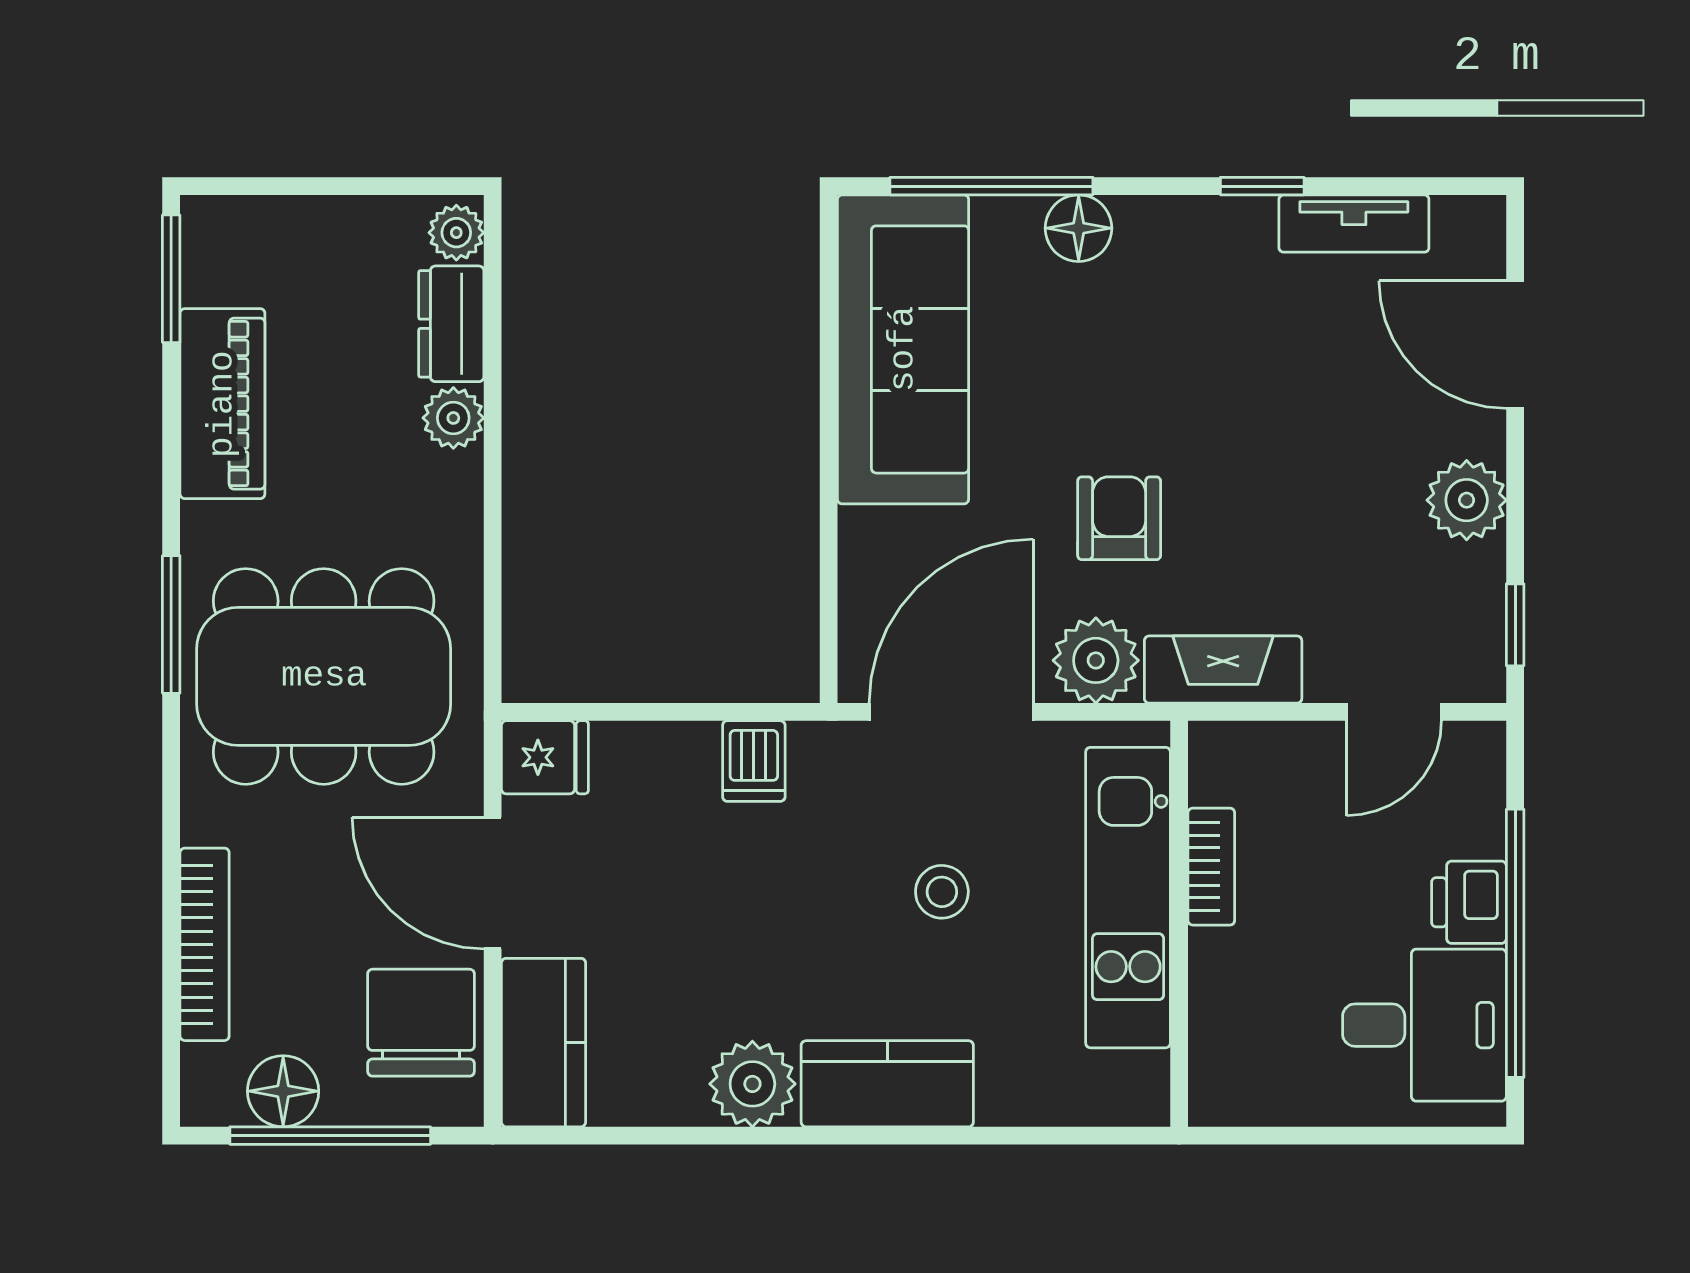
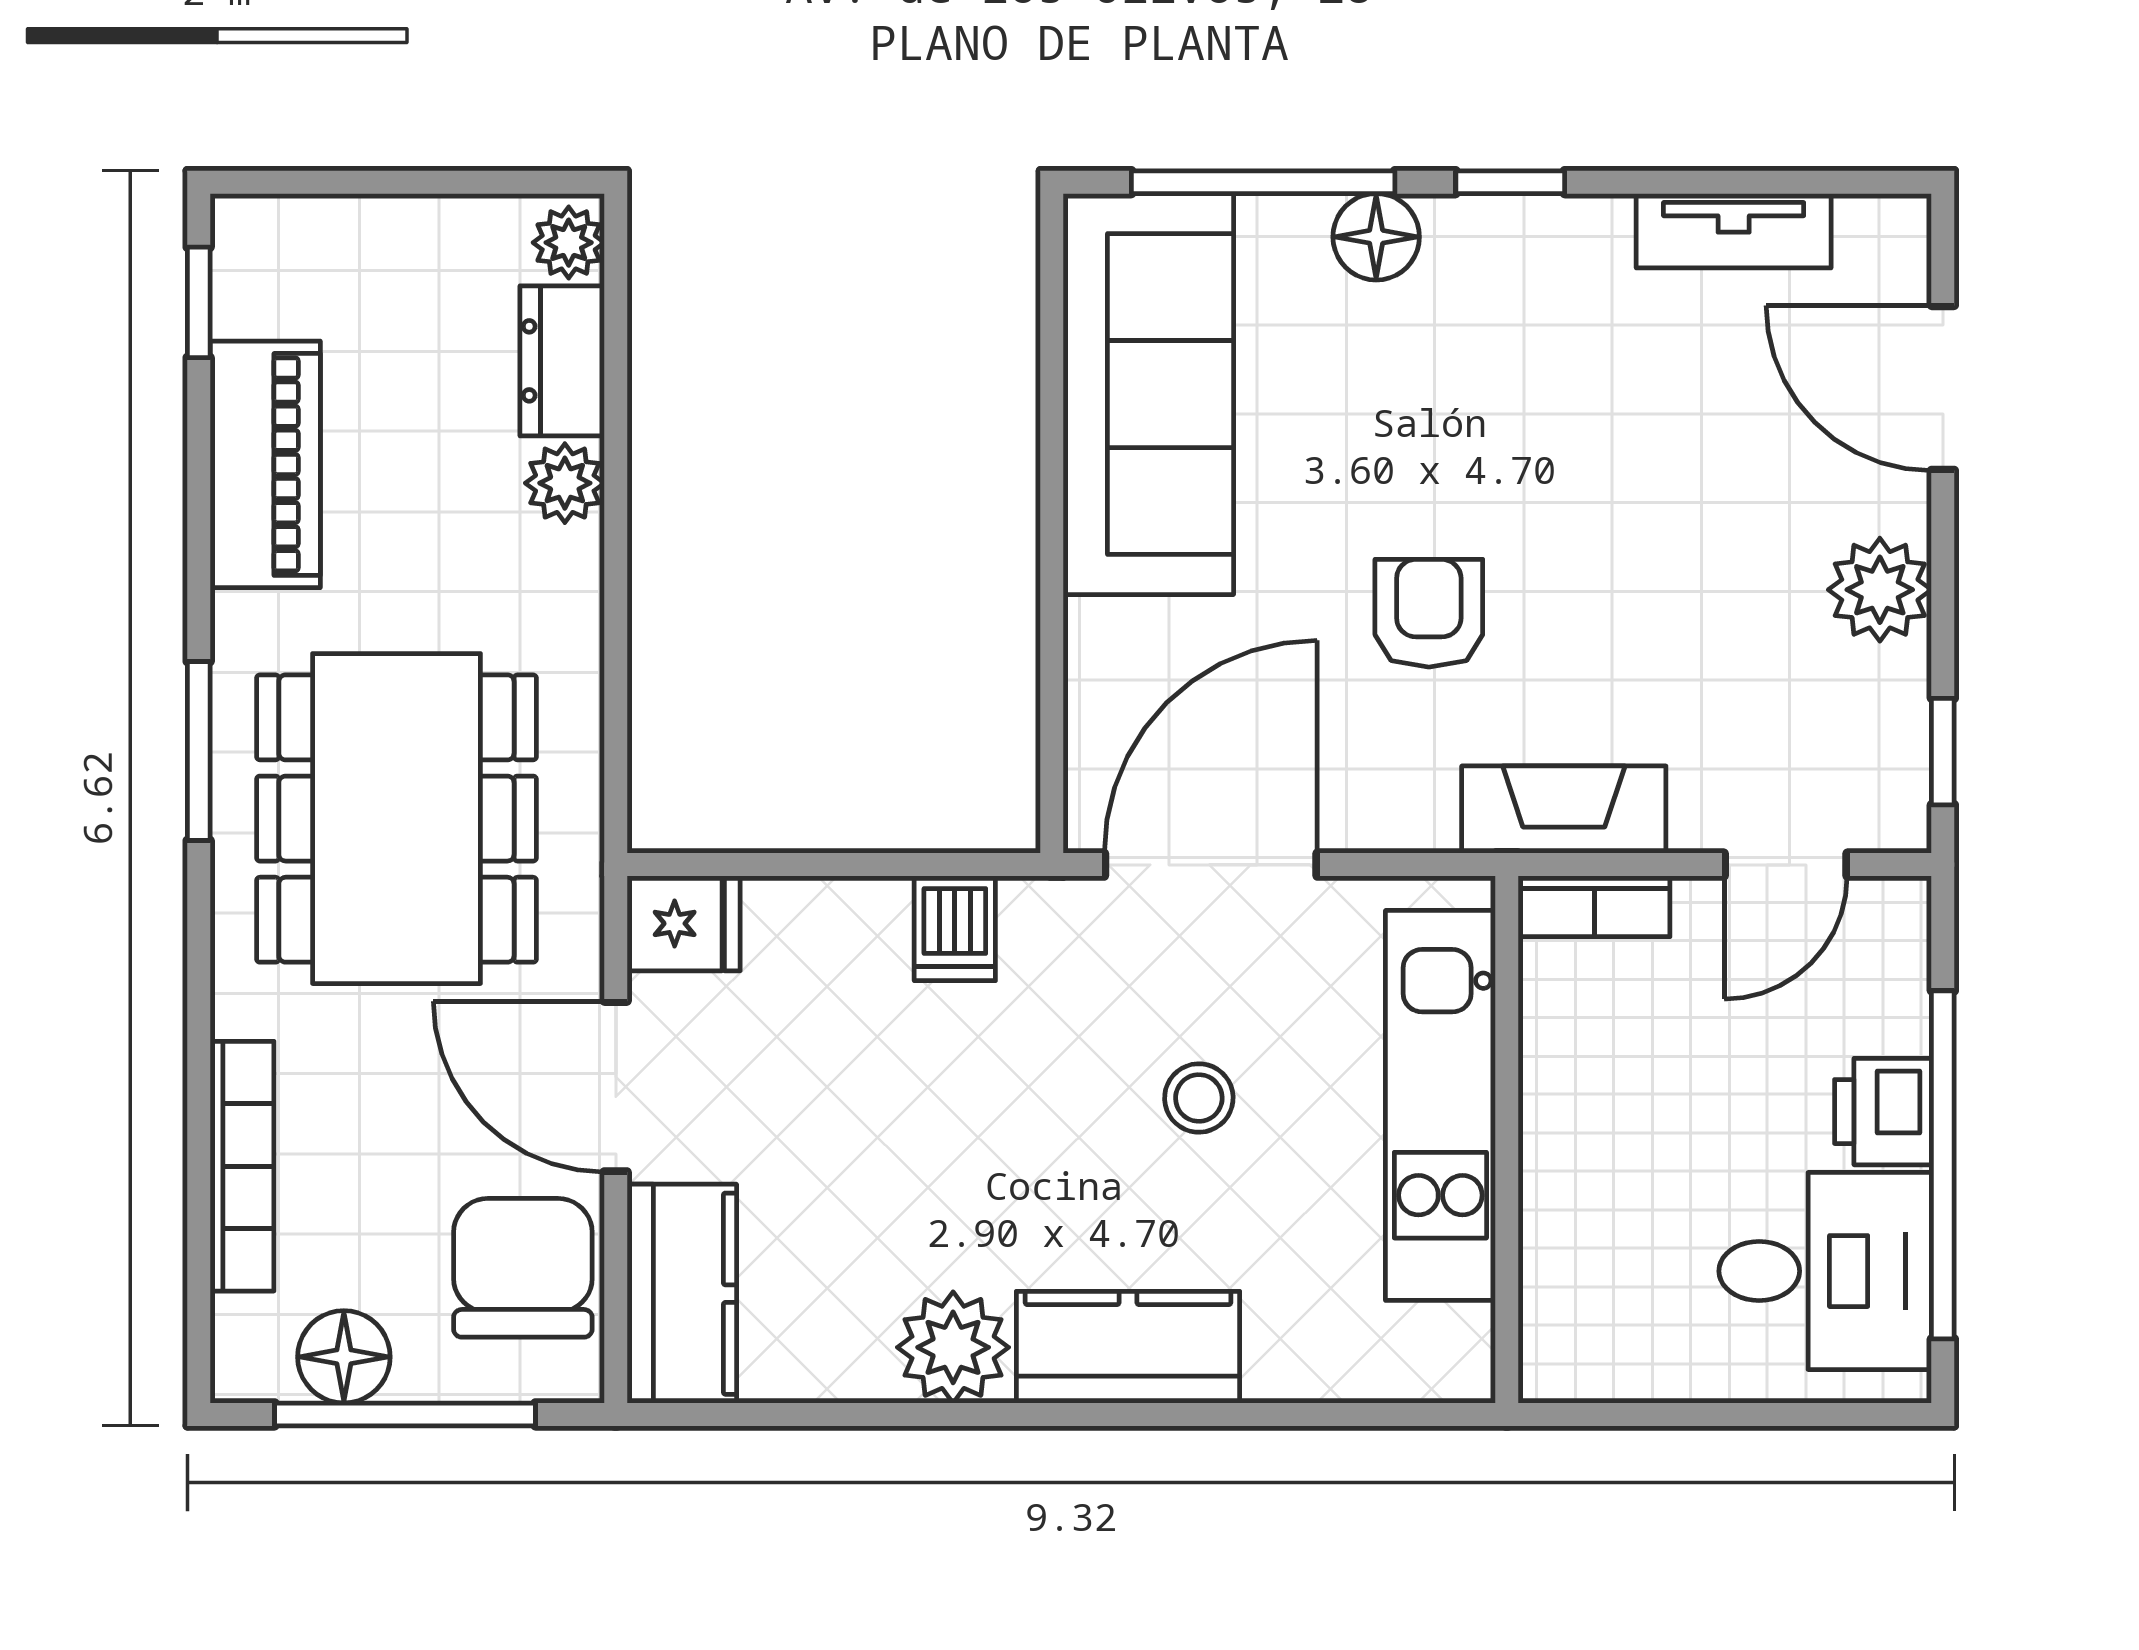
window: (1262, 186) -> (1510, 182), moved
window: (171, 279) -> (199, 302), width x0.67
plant: (1096, 660) -> (1399, 798), removed
dining table: (324, 676) -> (396, 819), turned 90
bookcase: (1211, 867) -> (1594, 906), moved, turned 90

